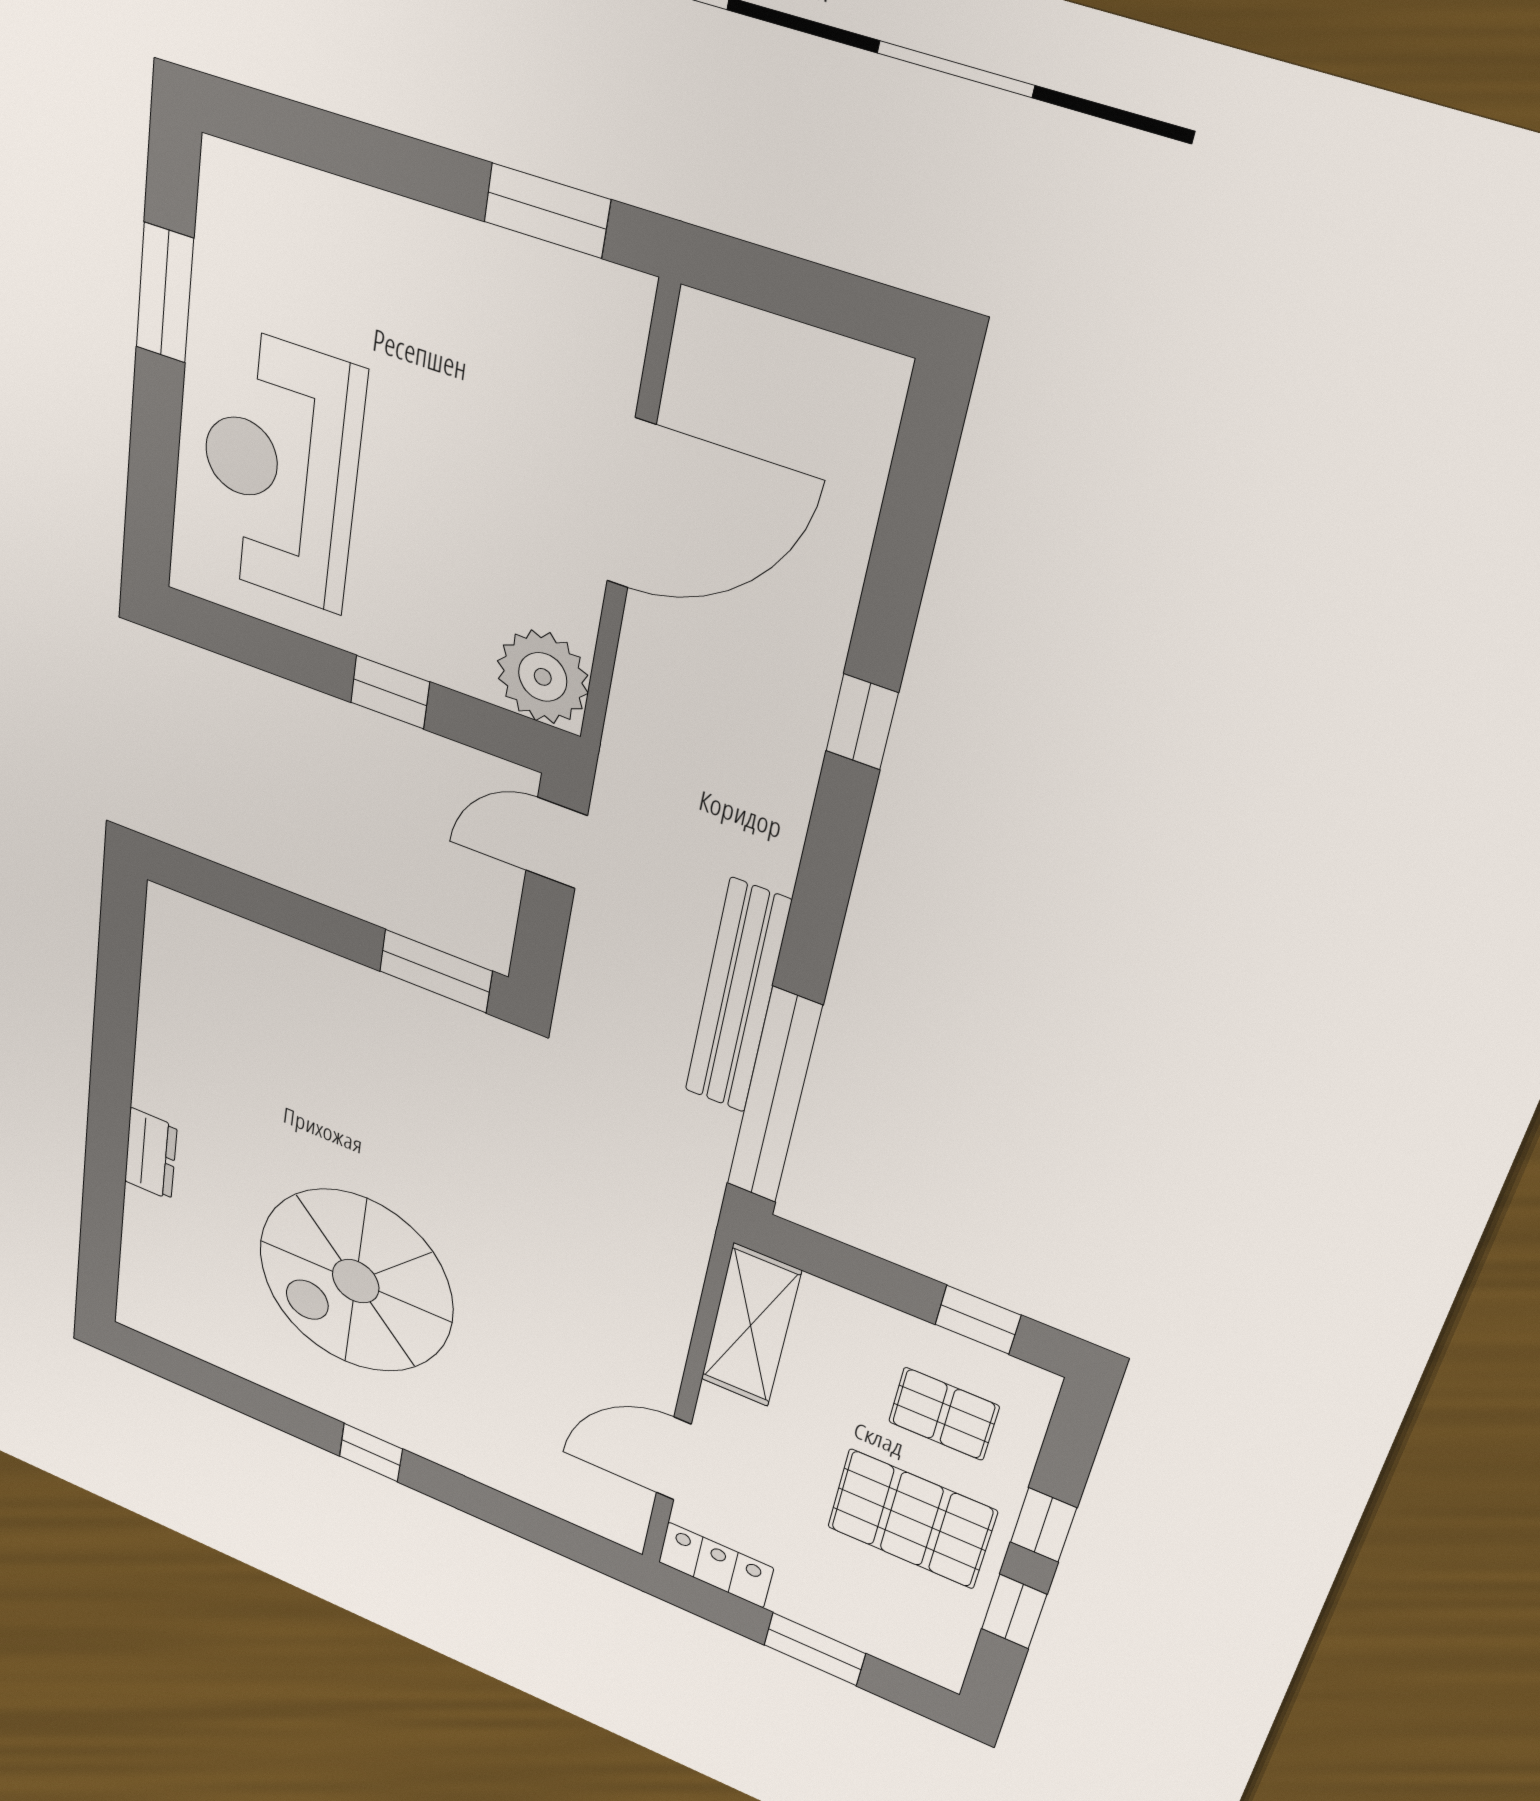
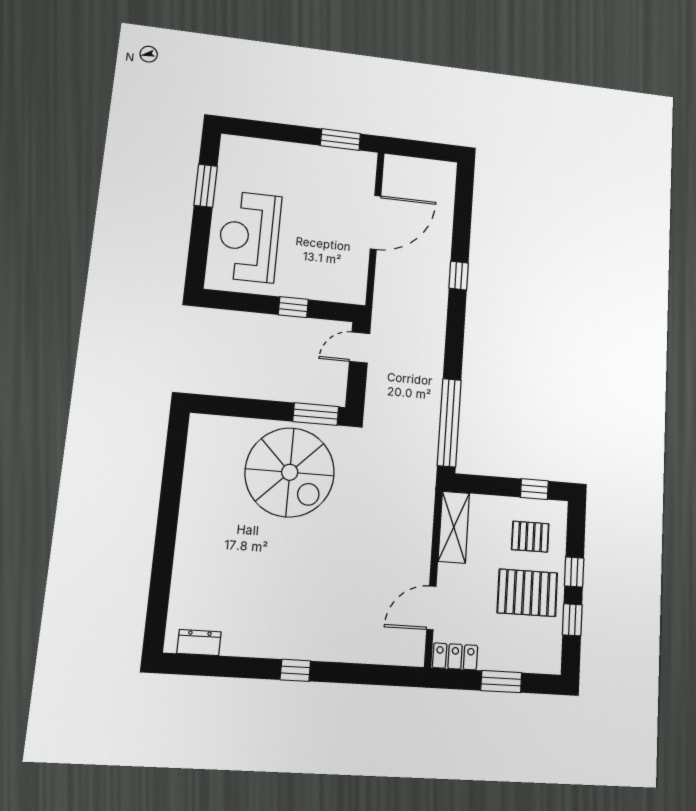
plant: (543, 677) -> (350, 287), removed
bench: (737, 997) -> (431, 387), removed
dresser: (151, 1154) -> (199, 642), moved, turned -90
spiral stairs: (356, 1281) -> (290, 472), moved, turned -90

